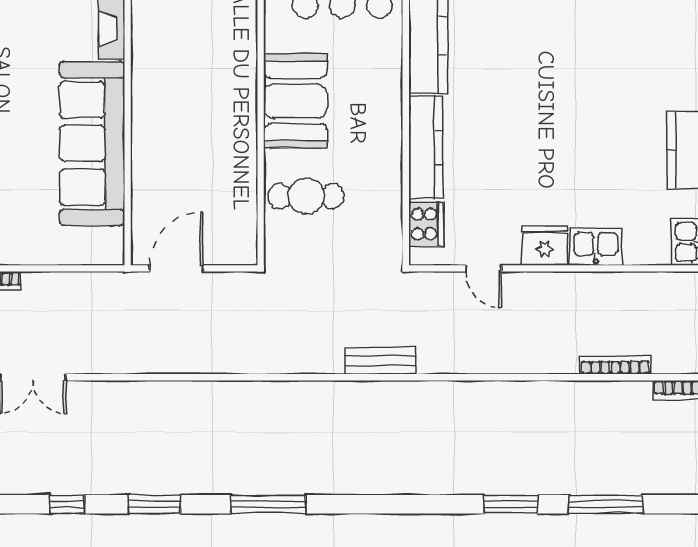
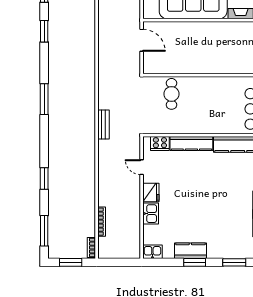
booth: (295, 101) -> (211, 89), removed
door: (483, 268) -> (142, 167), hinge flipped
window: (268, 504) -> (44, 99), moved
window: (606, 504) -> (44, 231), moved

